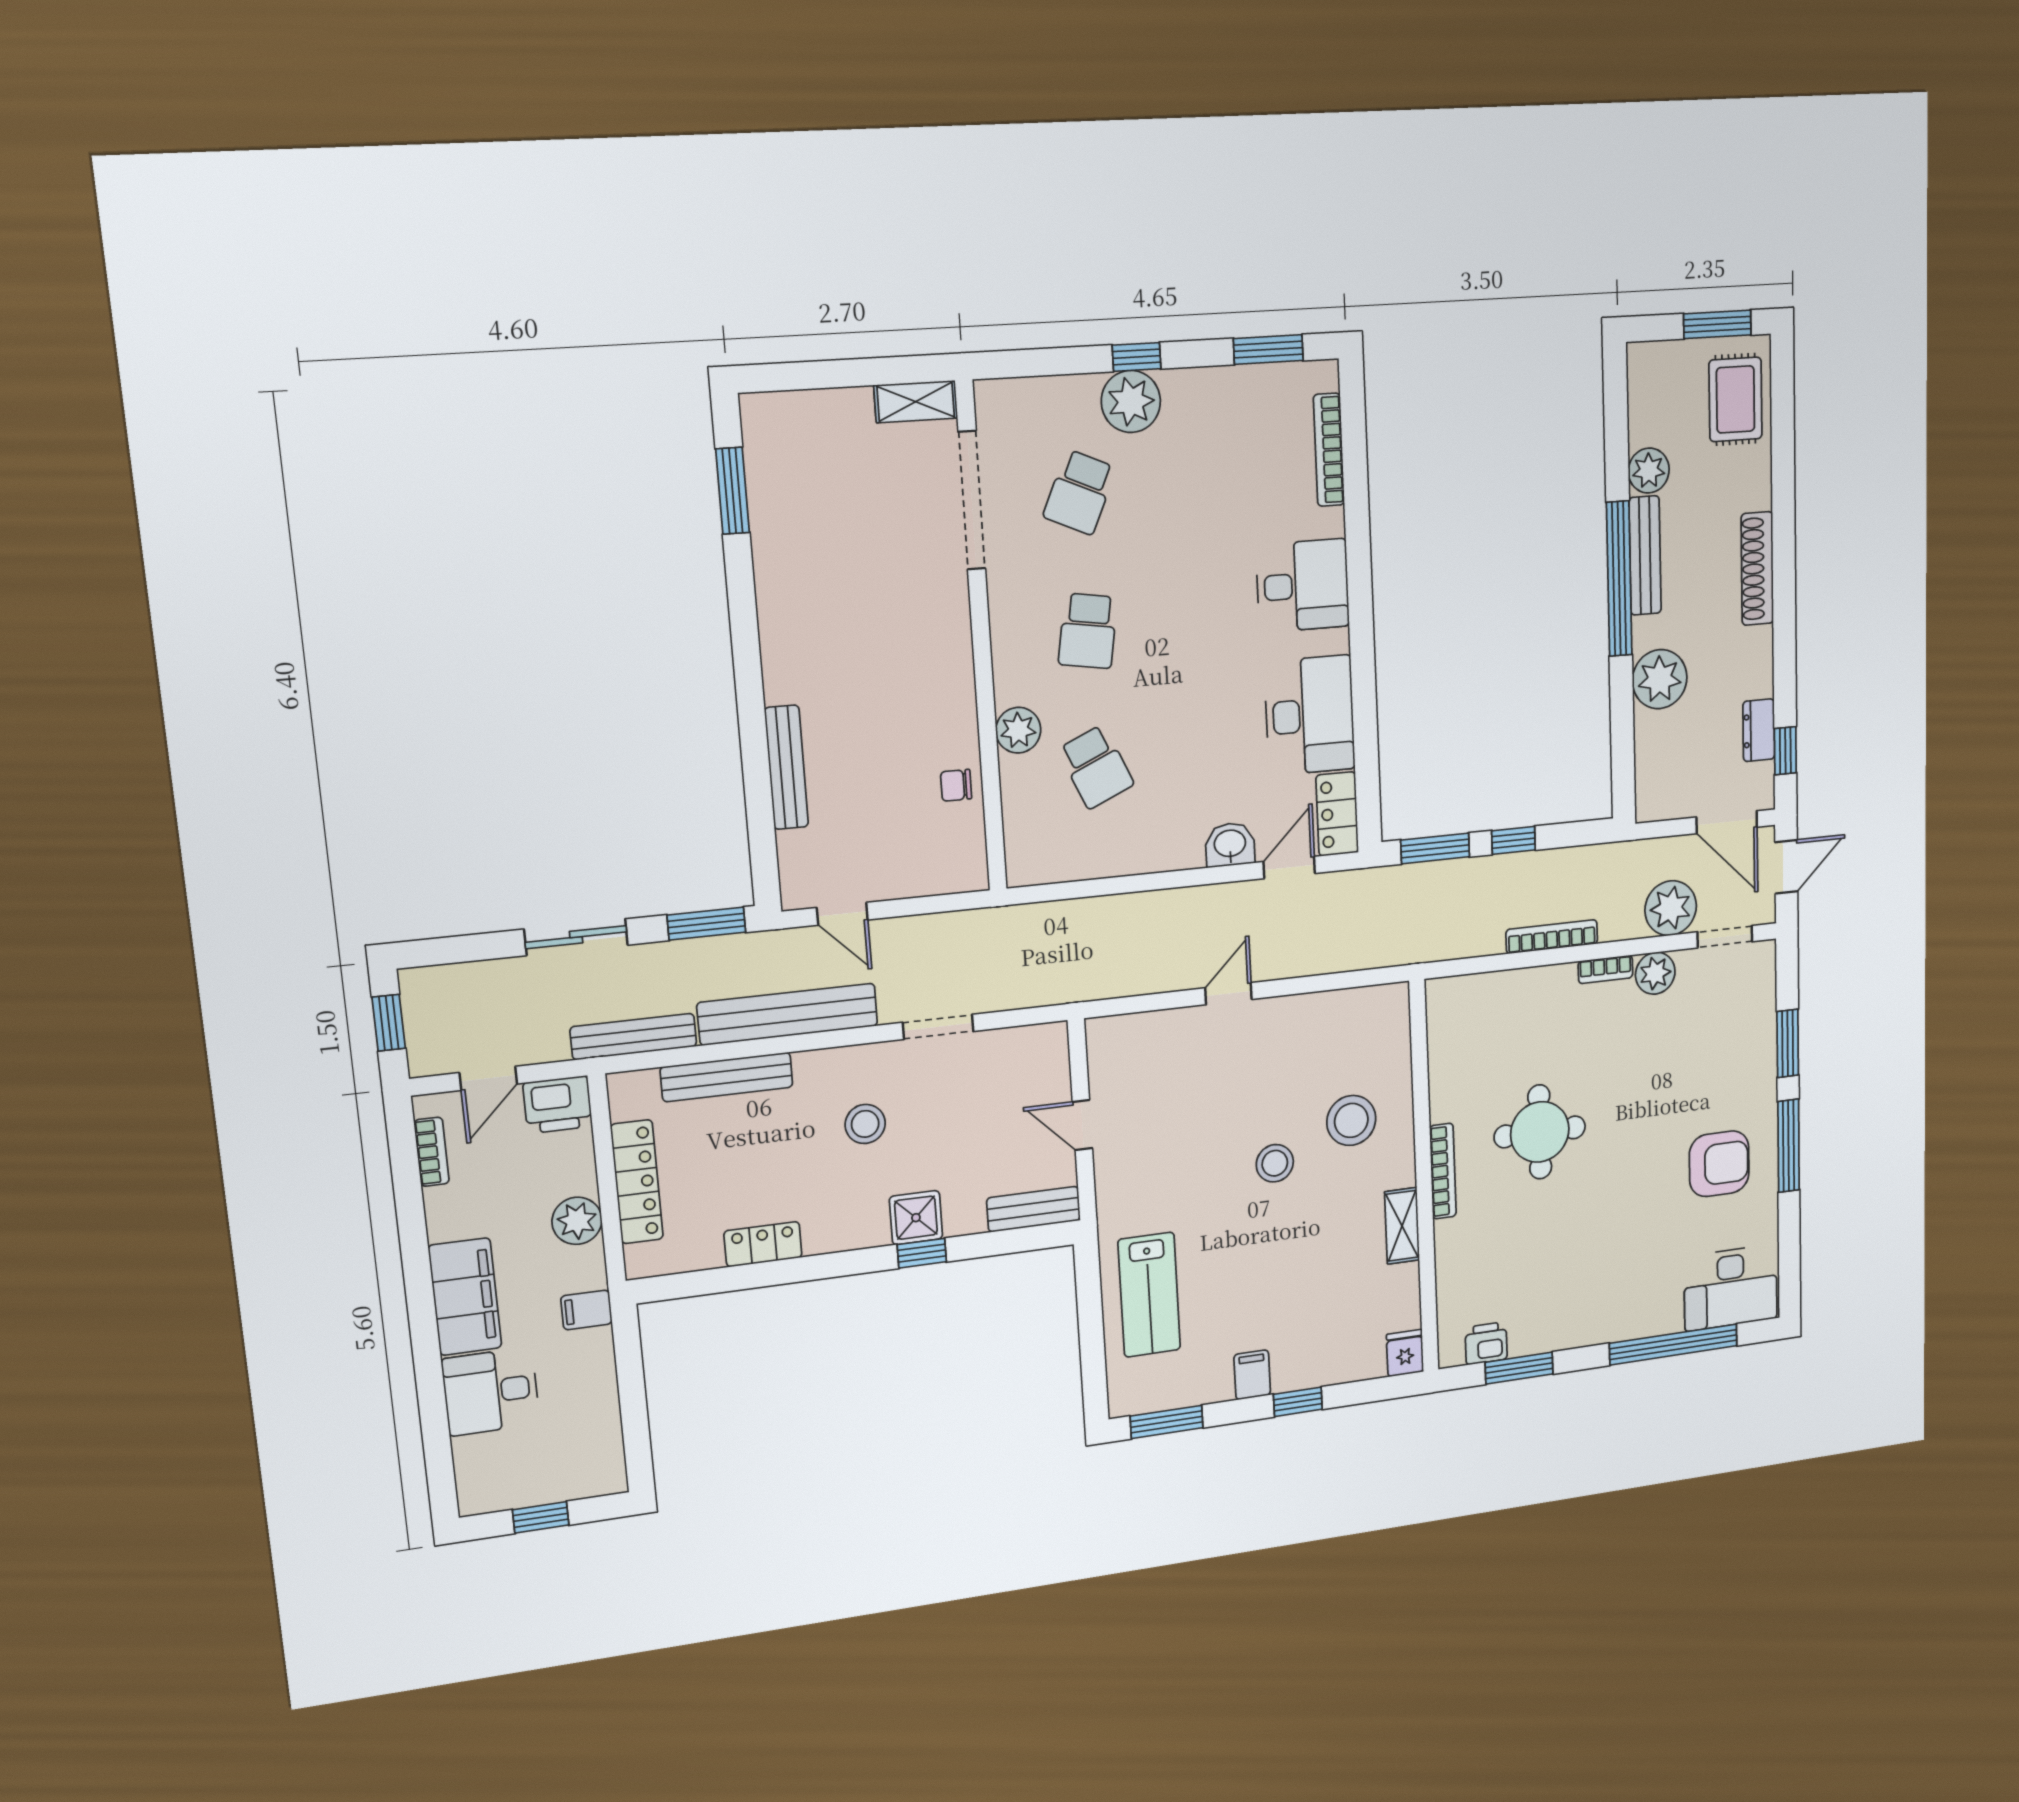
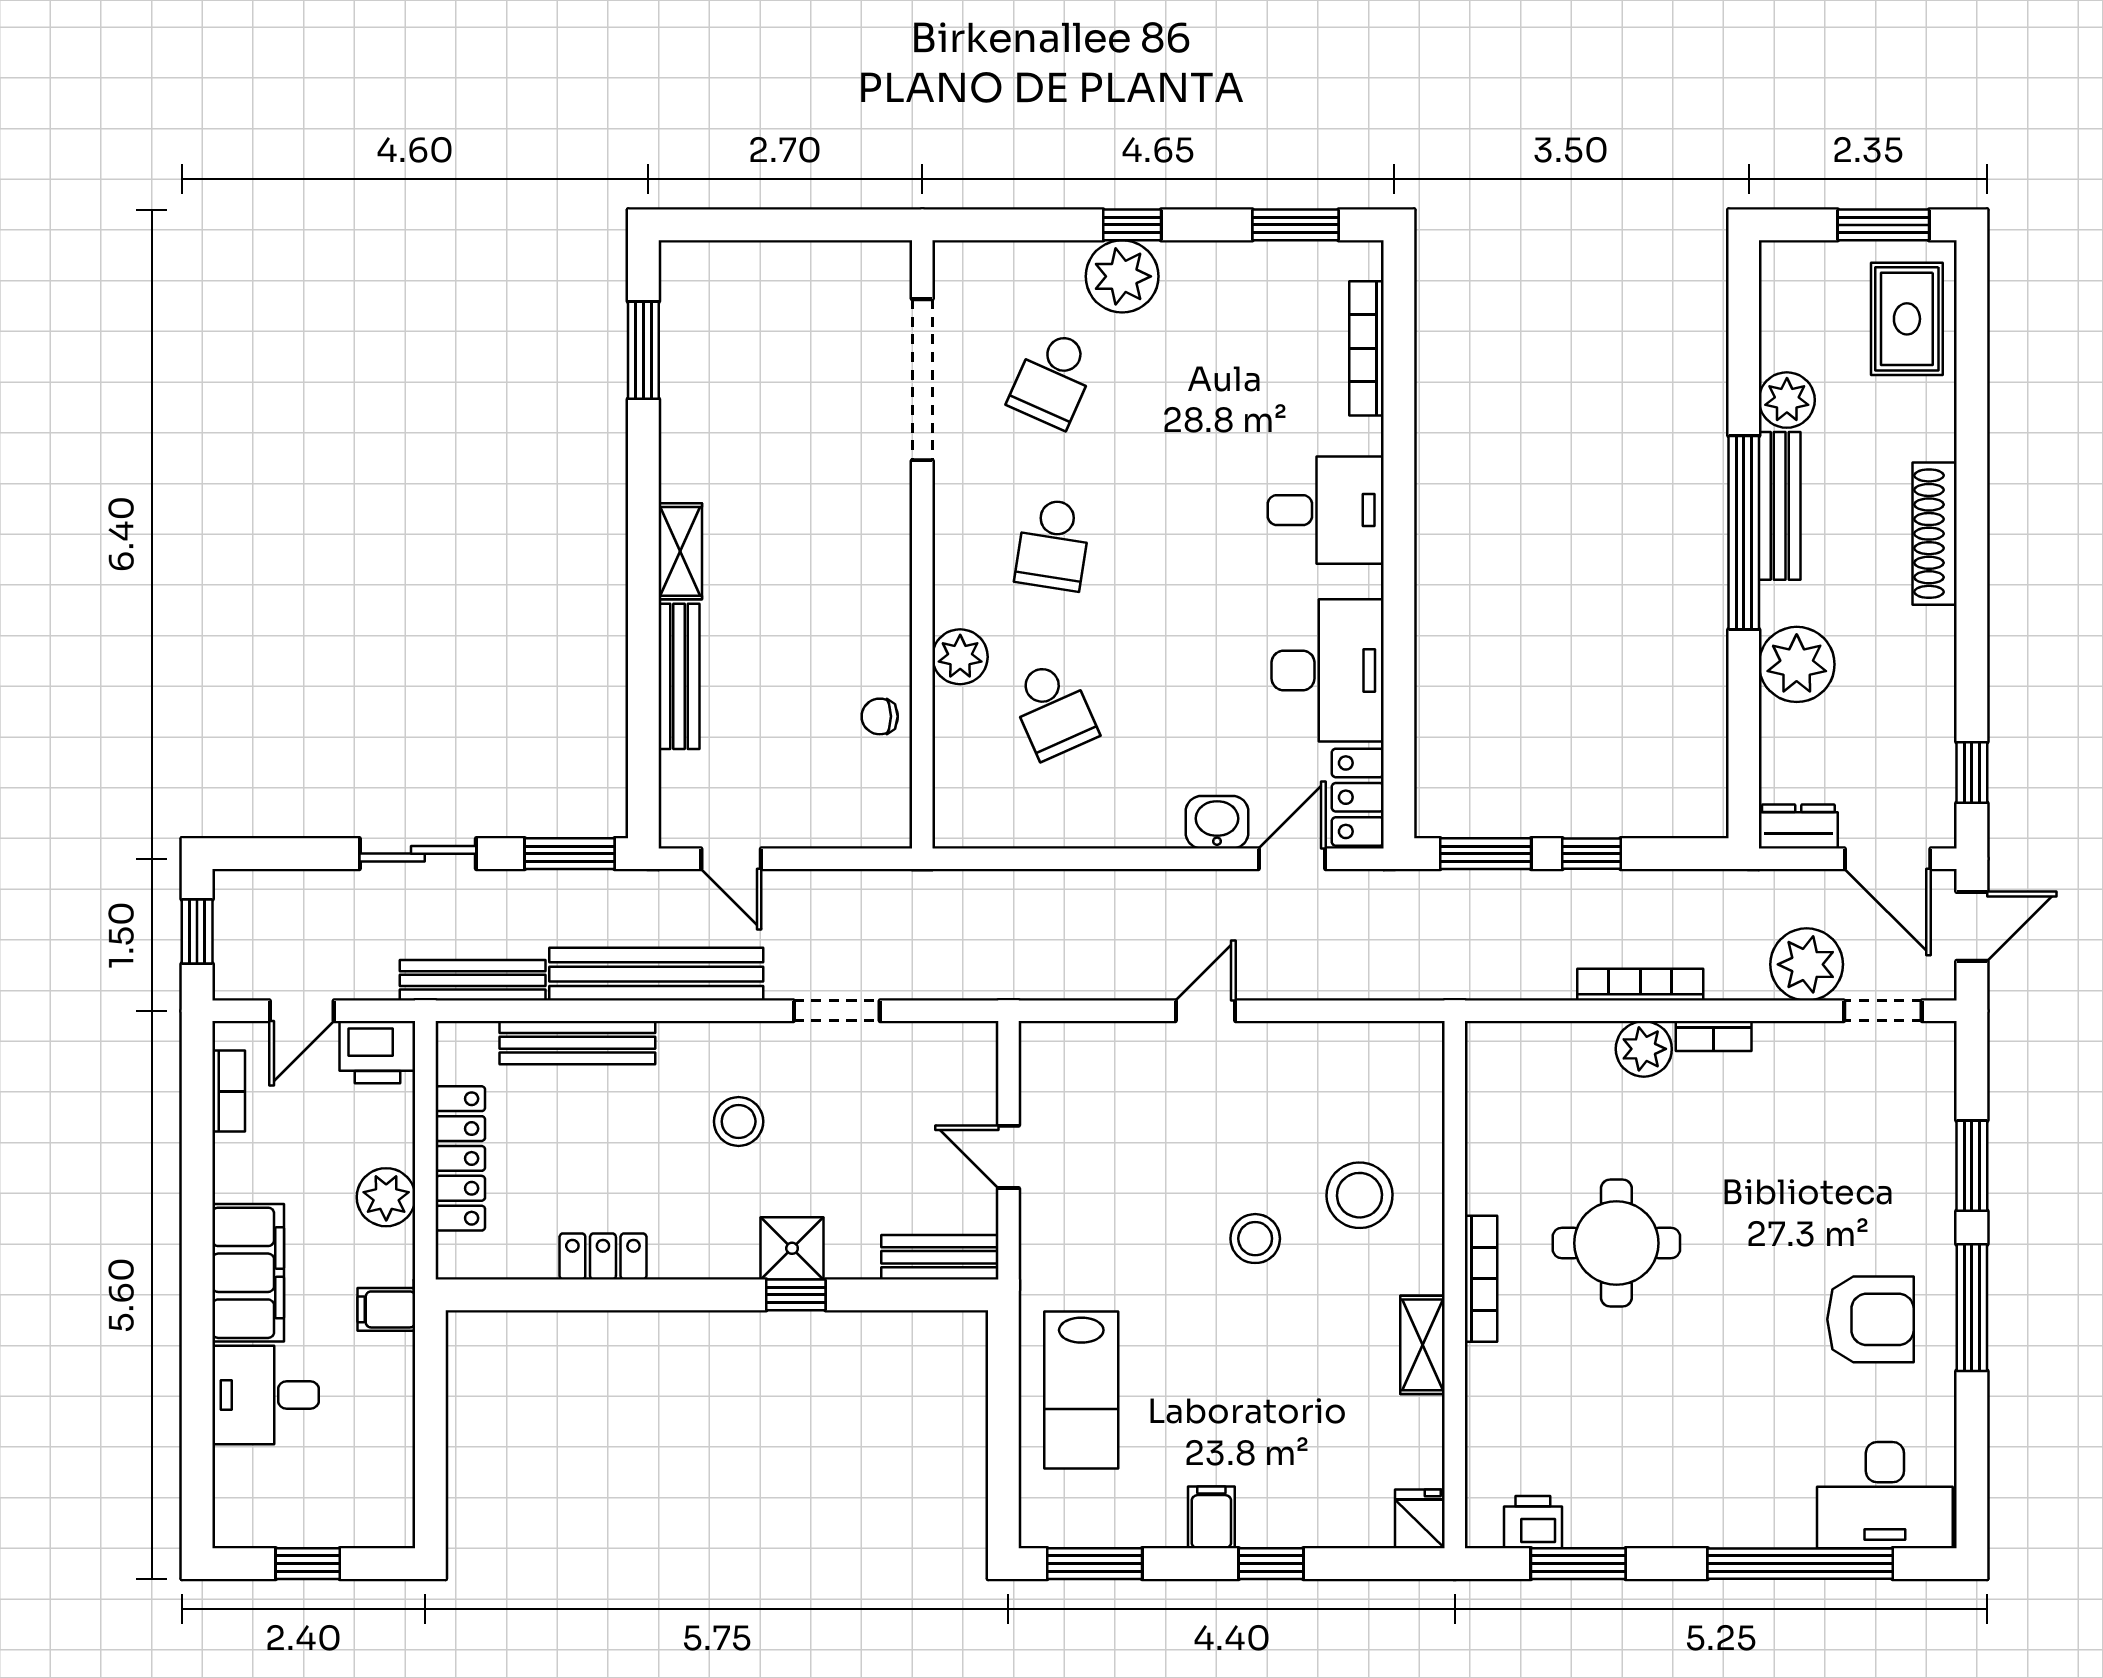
shelving: (916, 402) -> (680, 551), moved, turned 90
dresser: (1759, 730) -> (1798, 826), moved, turned 90
plant: (1655, 973) -> (1644, 1049), moved

